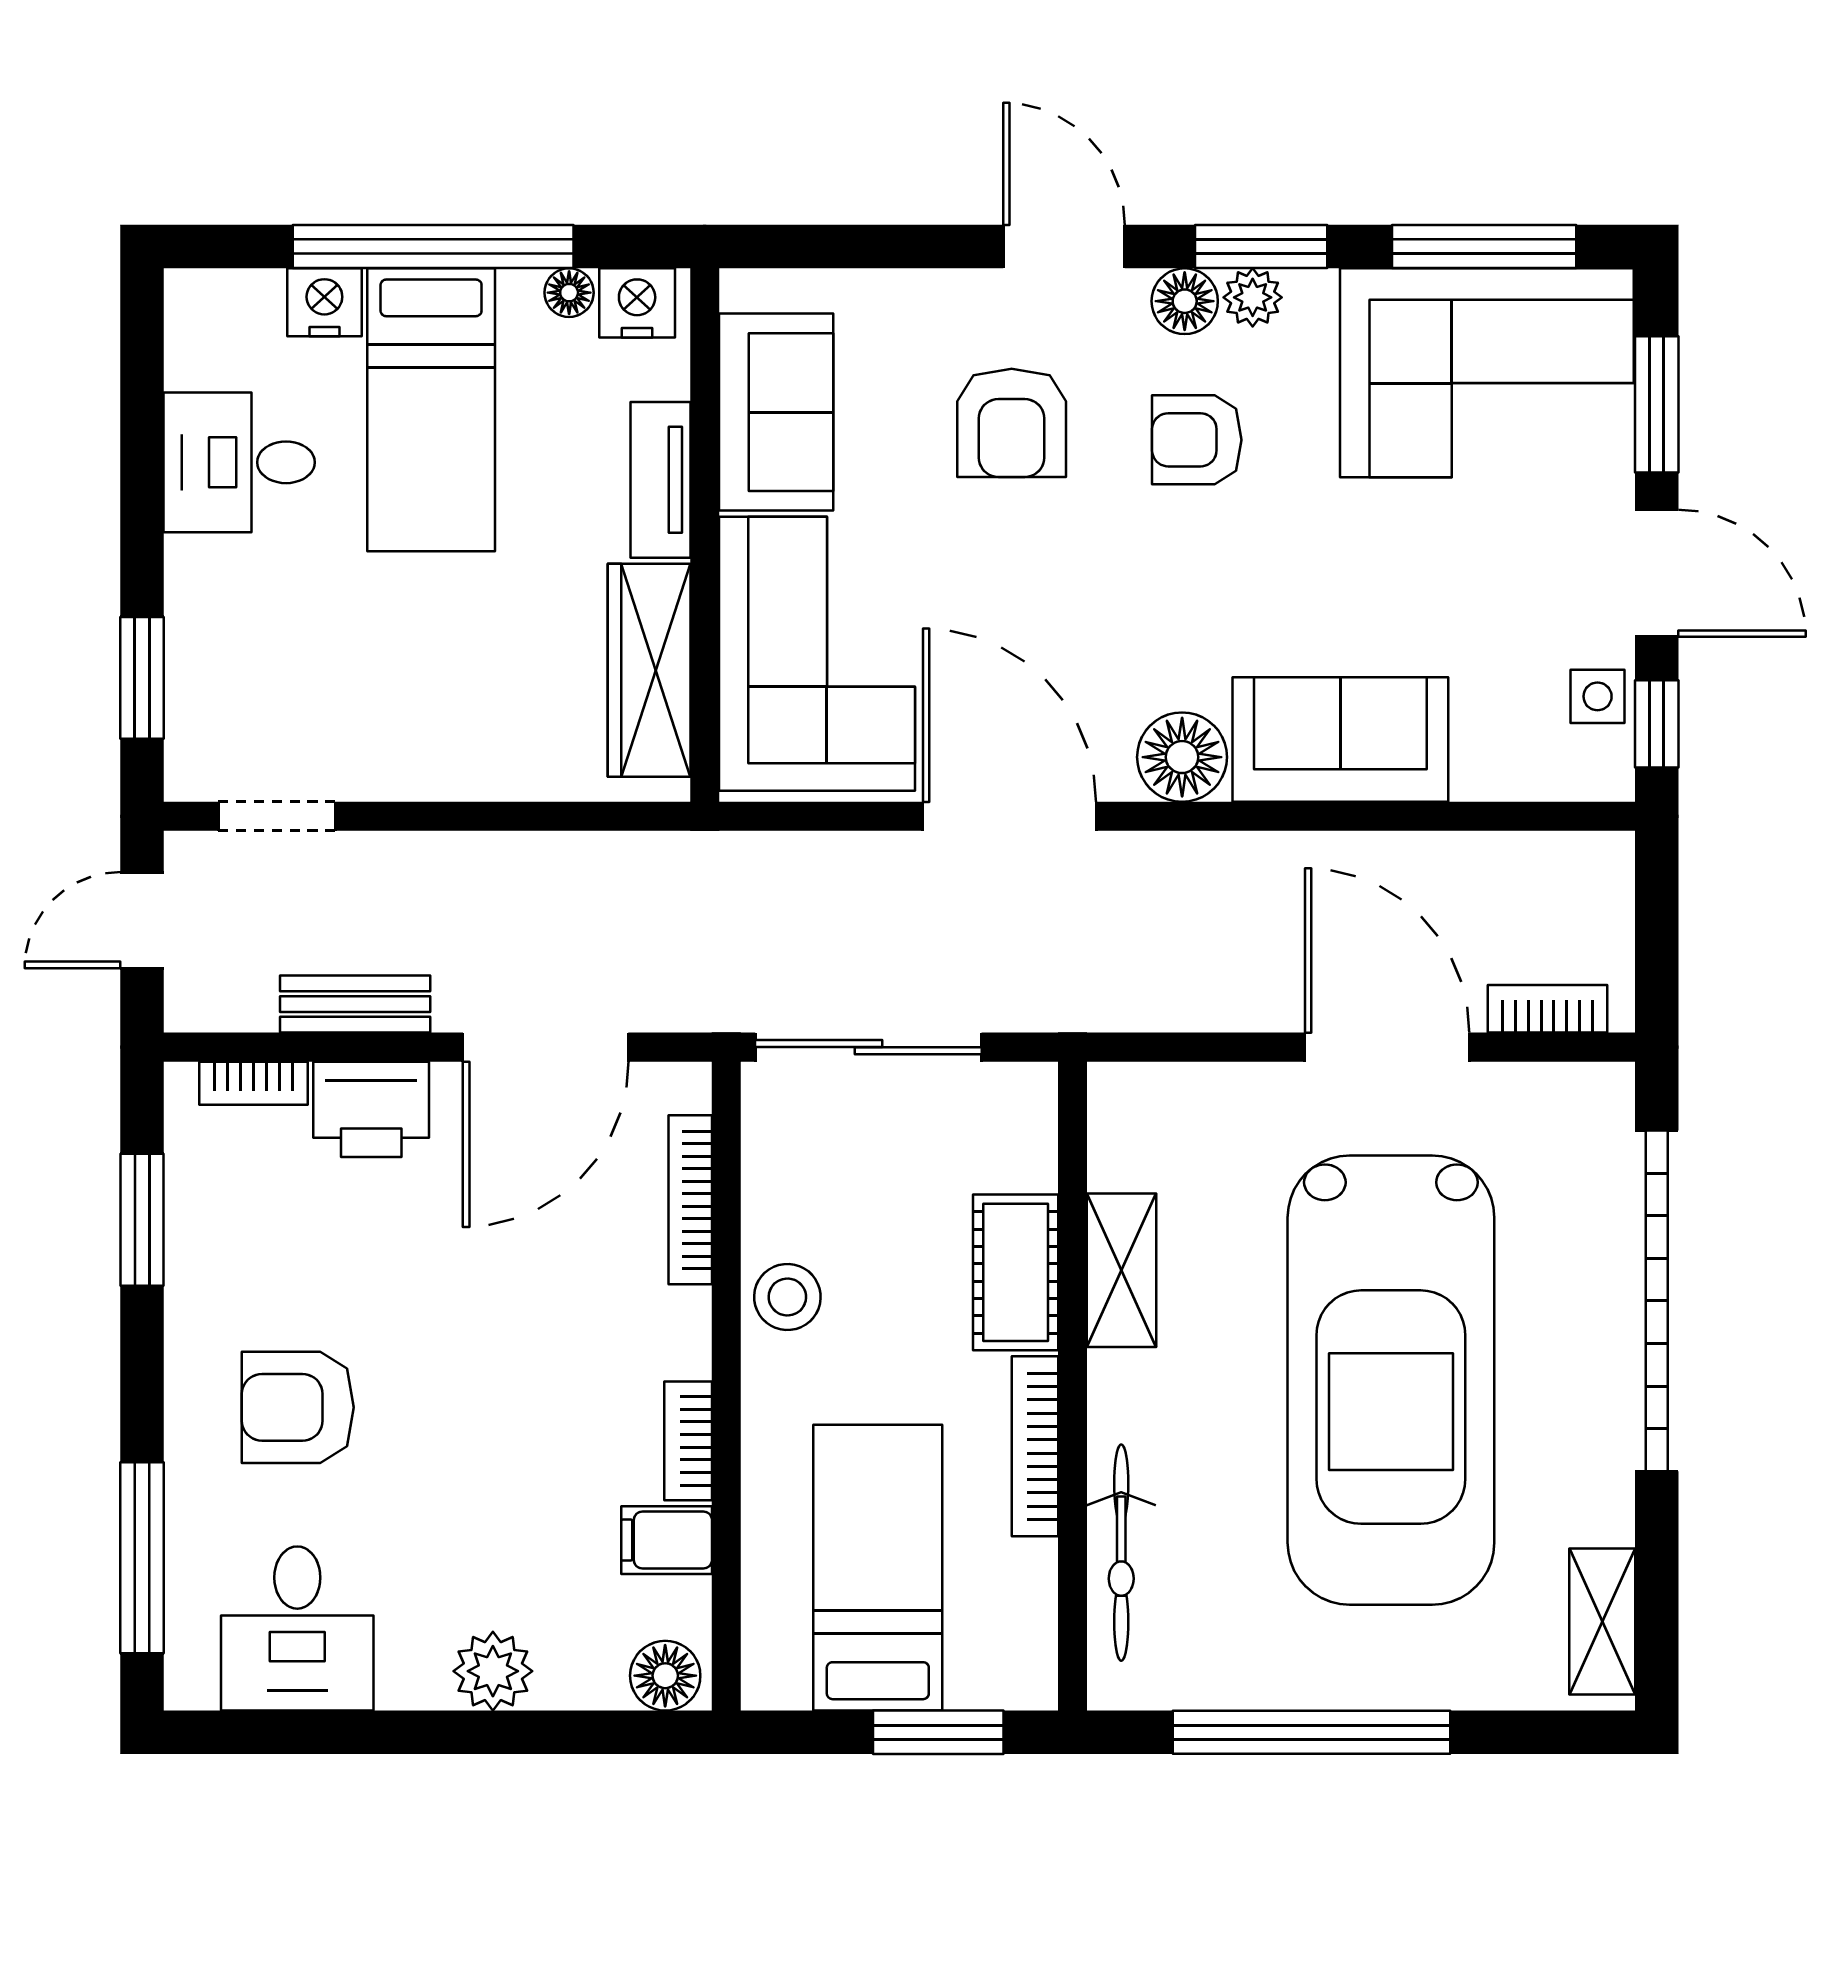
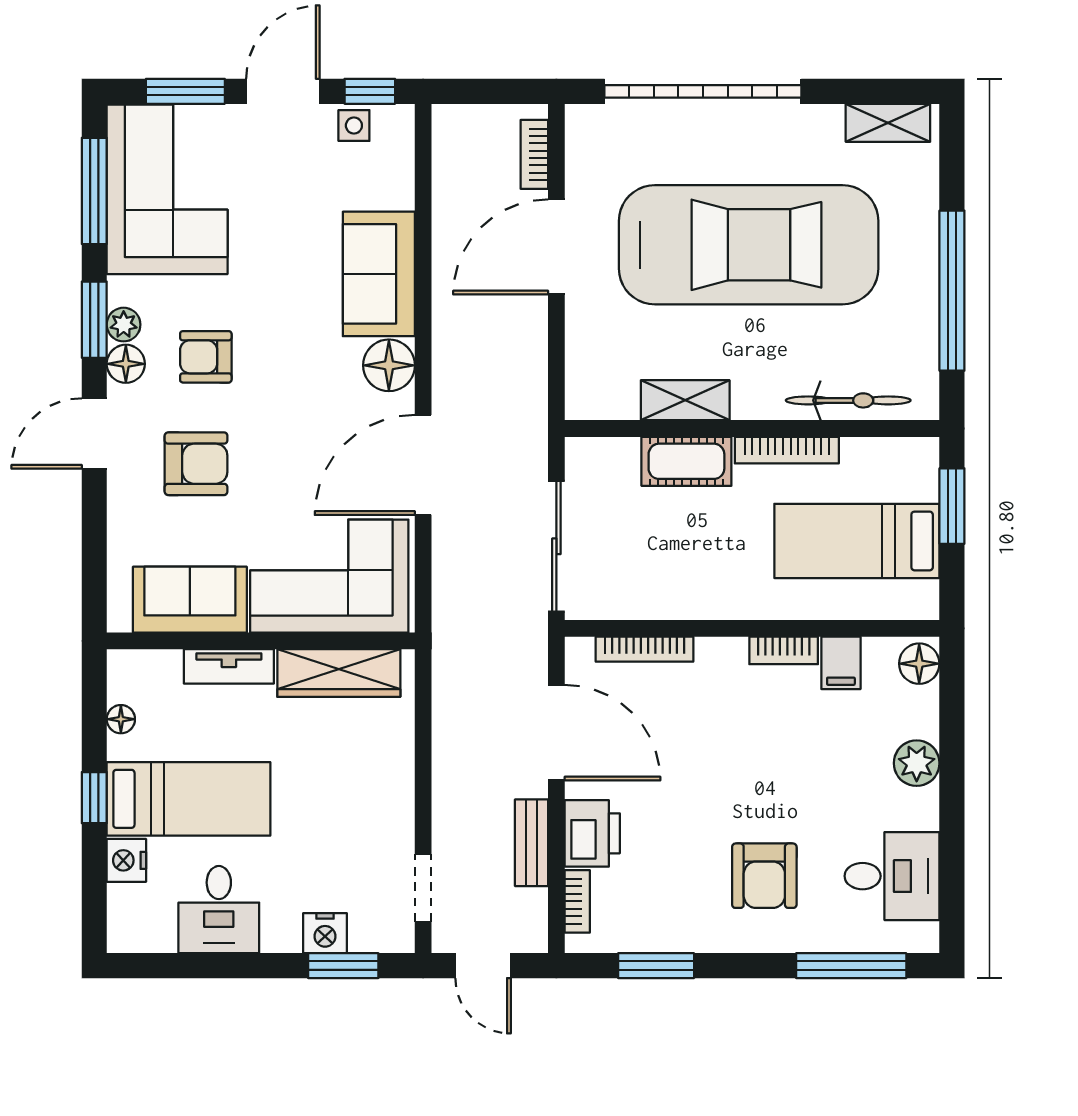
window: (433, 247) -> (94, 798), width x0.32
nightstand: (637, 303) -> (325, 933), moved, turned -90
armchair: (1197, 440) -> (206, 357), turned 90
stool: (787, 1297) -> (701, 593), removed

